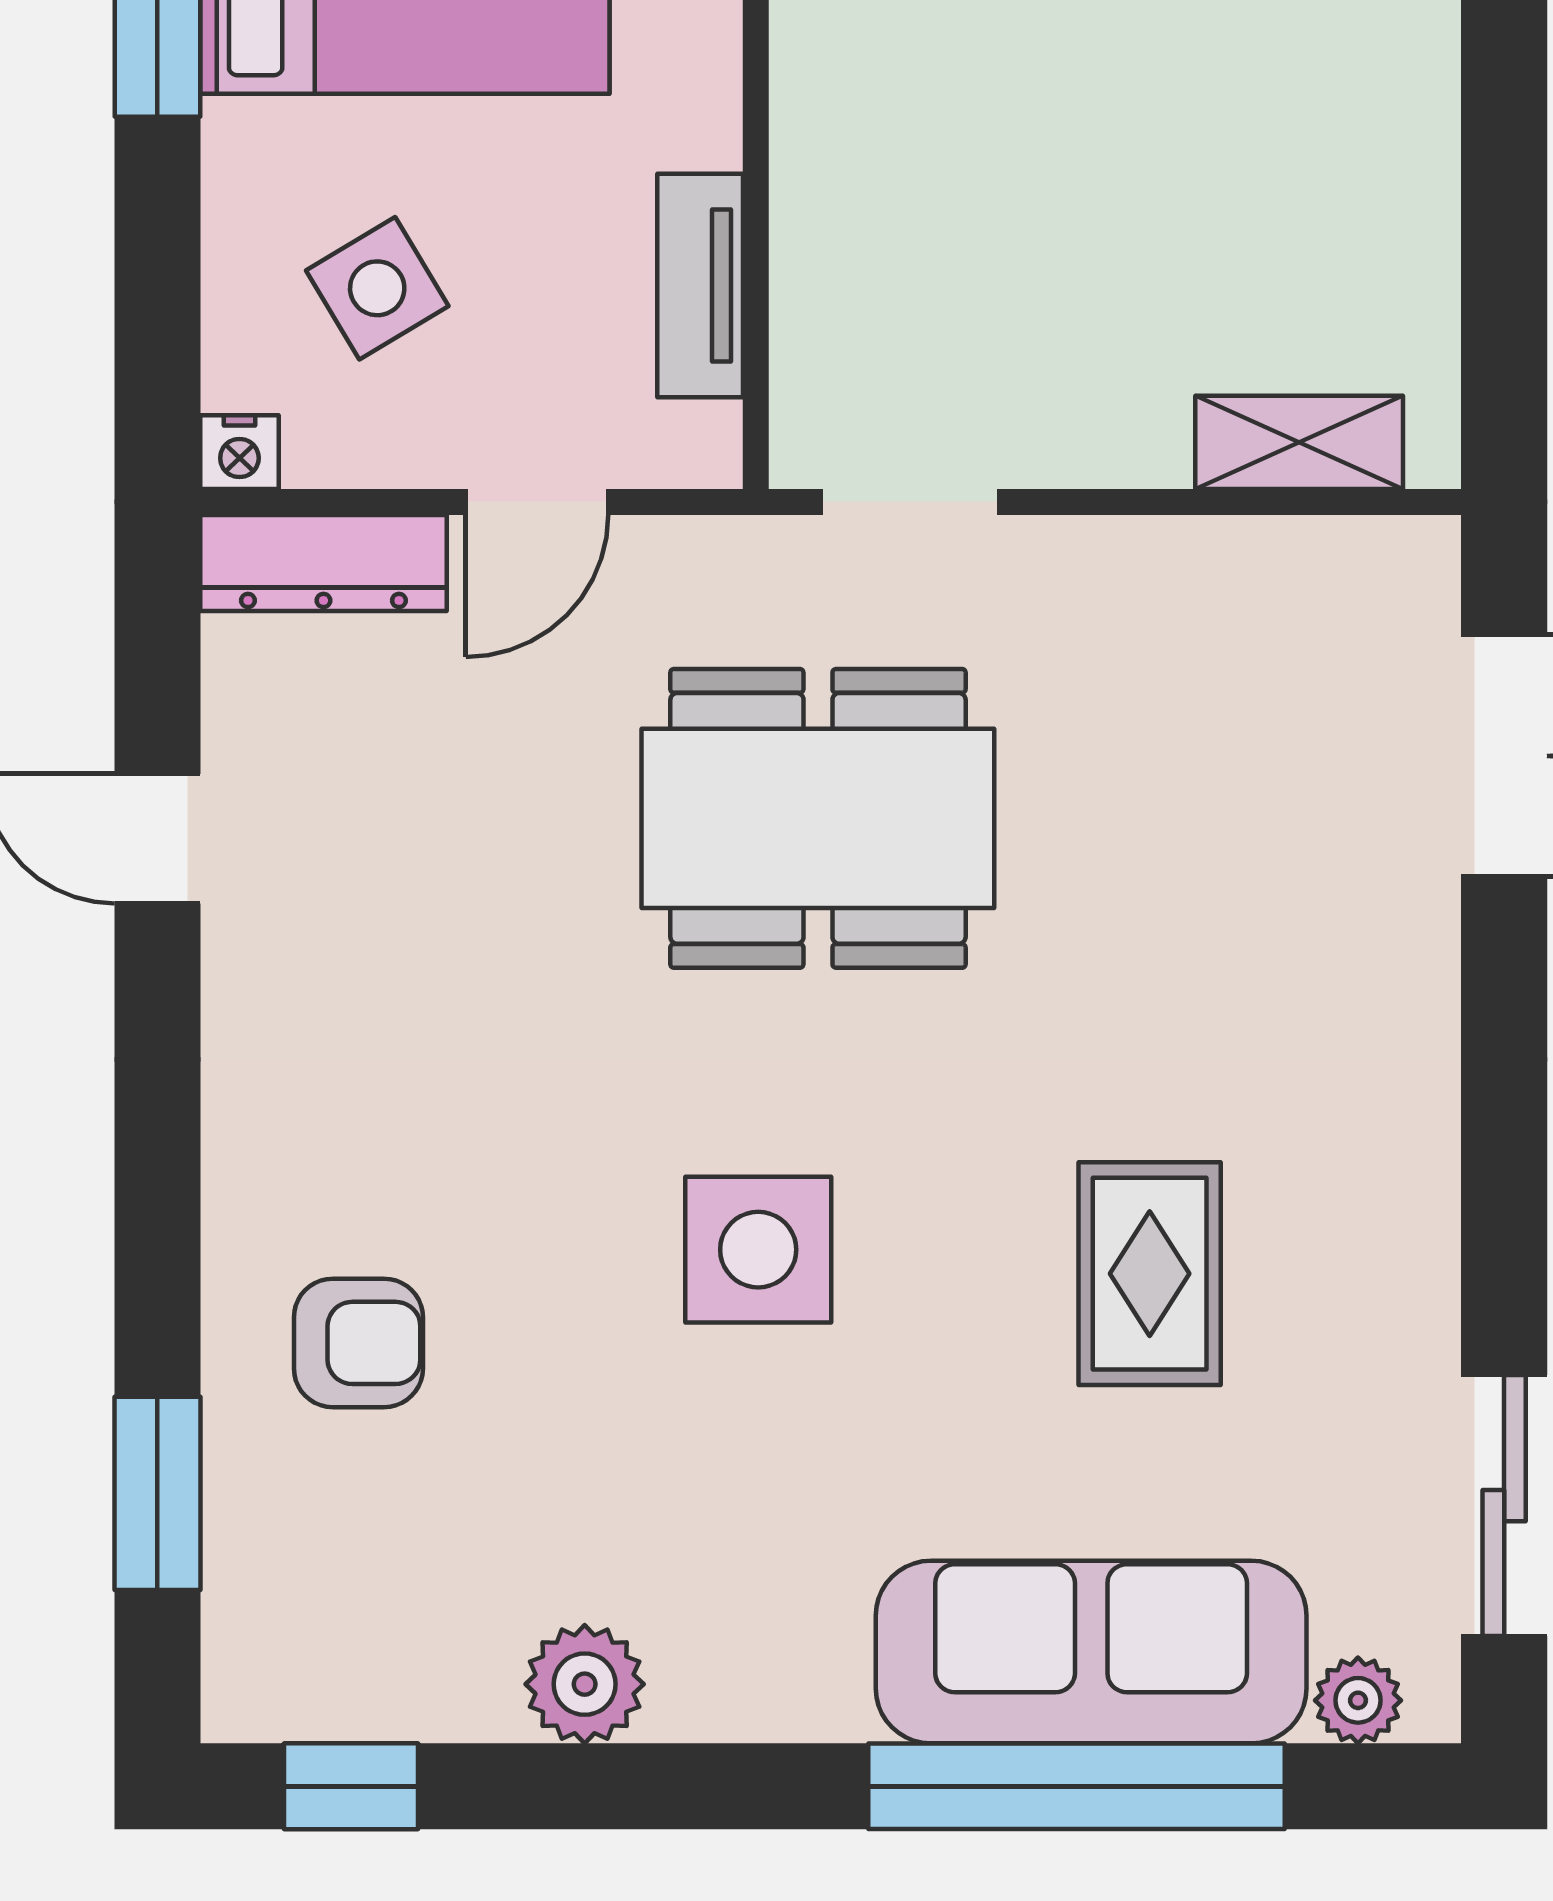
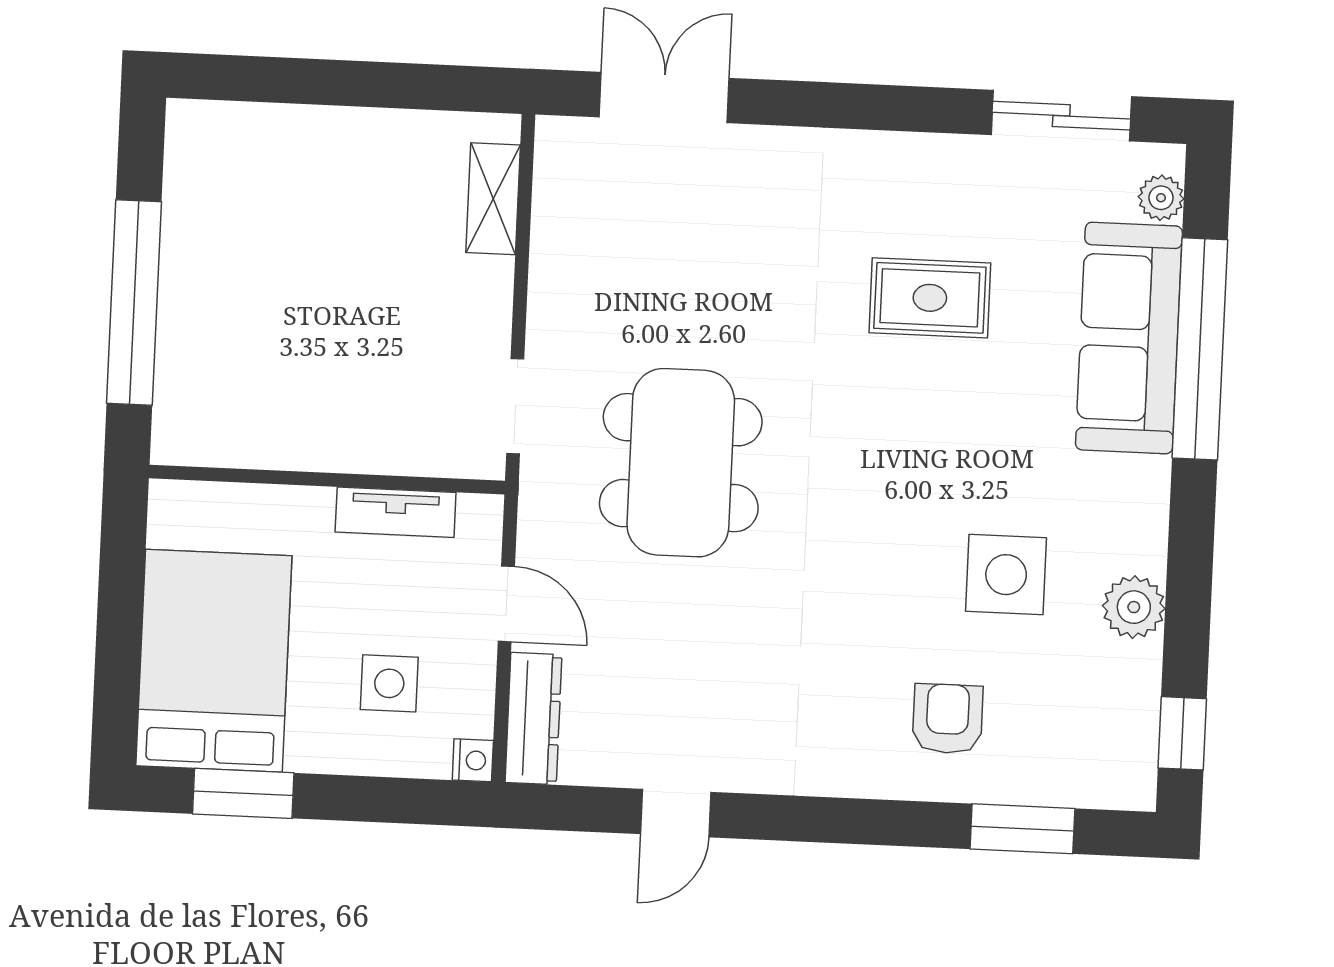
side table: (377, 288) -> (389, 683), turned 31
side table: (758, 1250) -> (1006, 575), moved

